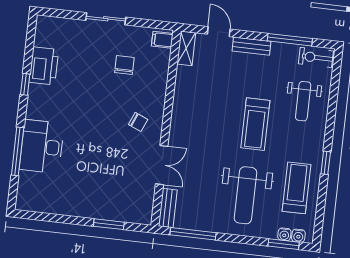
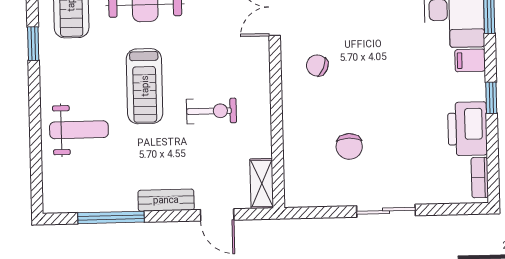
bookcase: (40, 32) -> (480, 178), added
filing cabinet: (162, 40) -> (470, 60), moved, turned 180
exercise bike: (316, 57) -> (211, 111), moved
weight bench: (303, 101) -> (79, 130), turned 90
treadmill: (255, 124) -> (145, 86), turned 180

